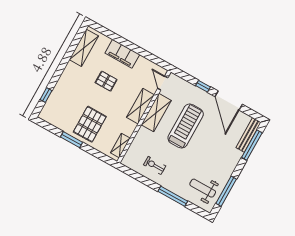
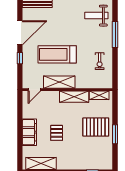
shelving: (141, 106) -> (74, 97), moved
weight bench: (203, 188) -> (96, 16), turned 90

